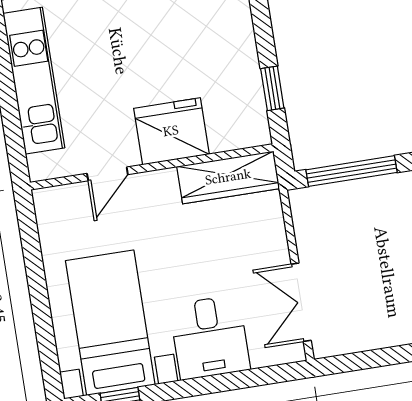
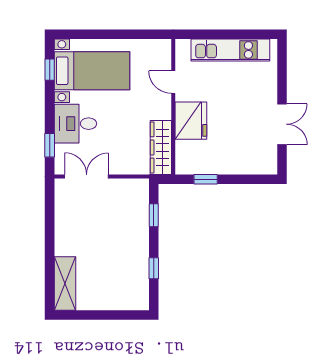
window: (351, 171) -> (154, 215), width x0.46
window: (256, 377) -> (50, 145), added

